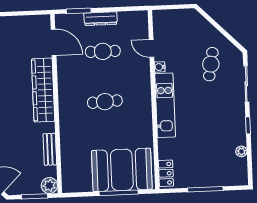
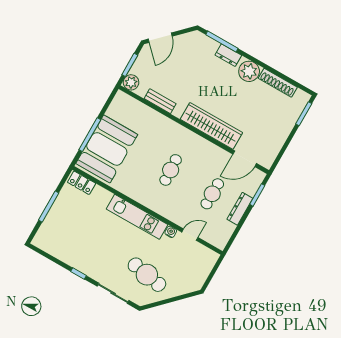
cafe table: (211, 64) -> (147, 275), width x1.37, depth x1.35
plant: (241, 151) -> (61, 255), removed

